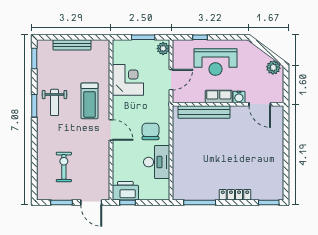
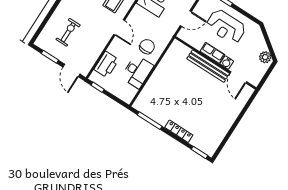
bench: (204, 112) -> (208, 66), moved
printer: (125, 191) -> (106, 64), moved, turned 90

